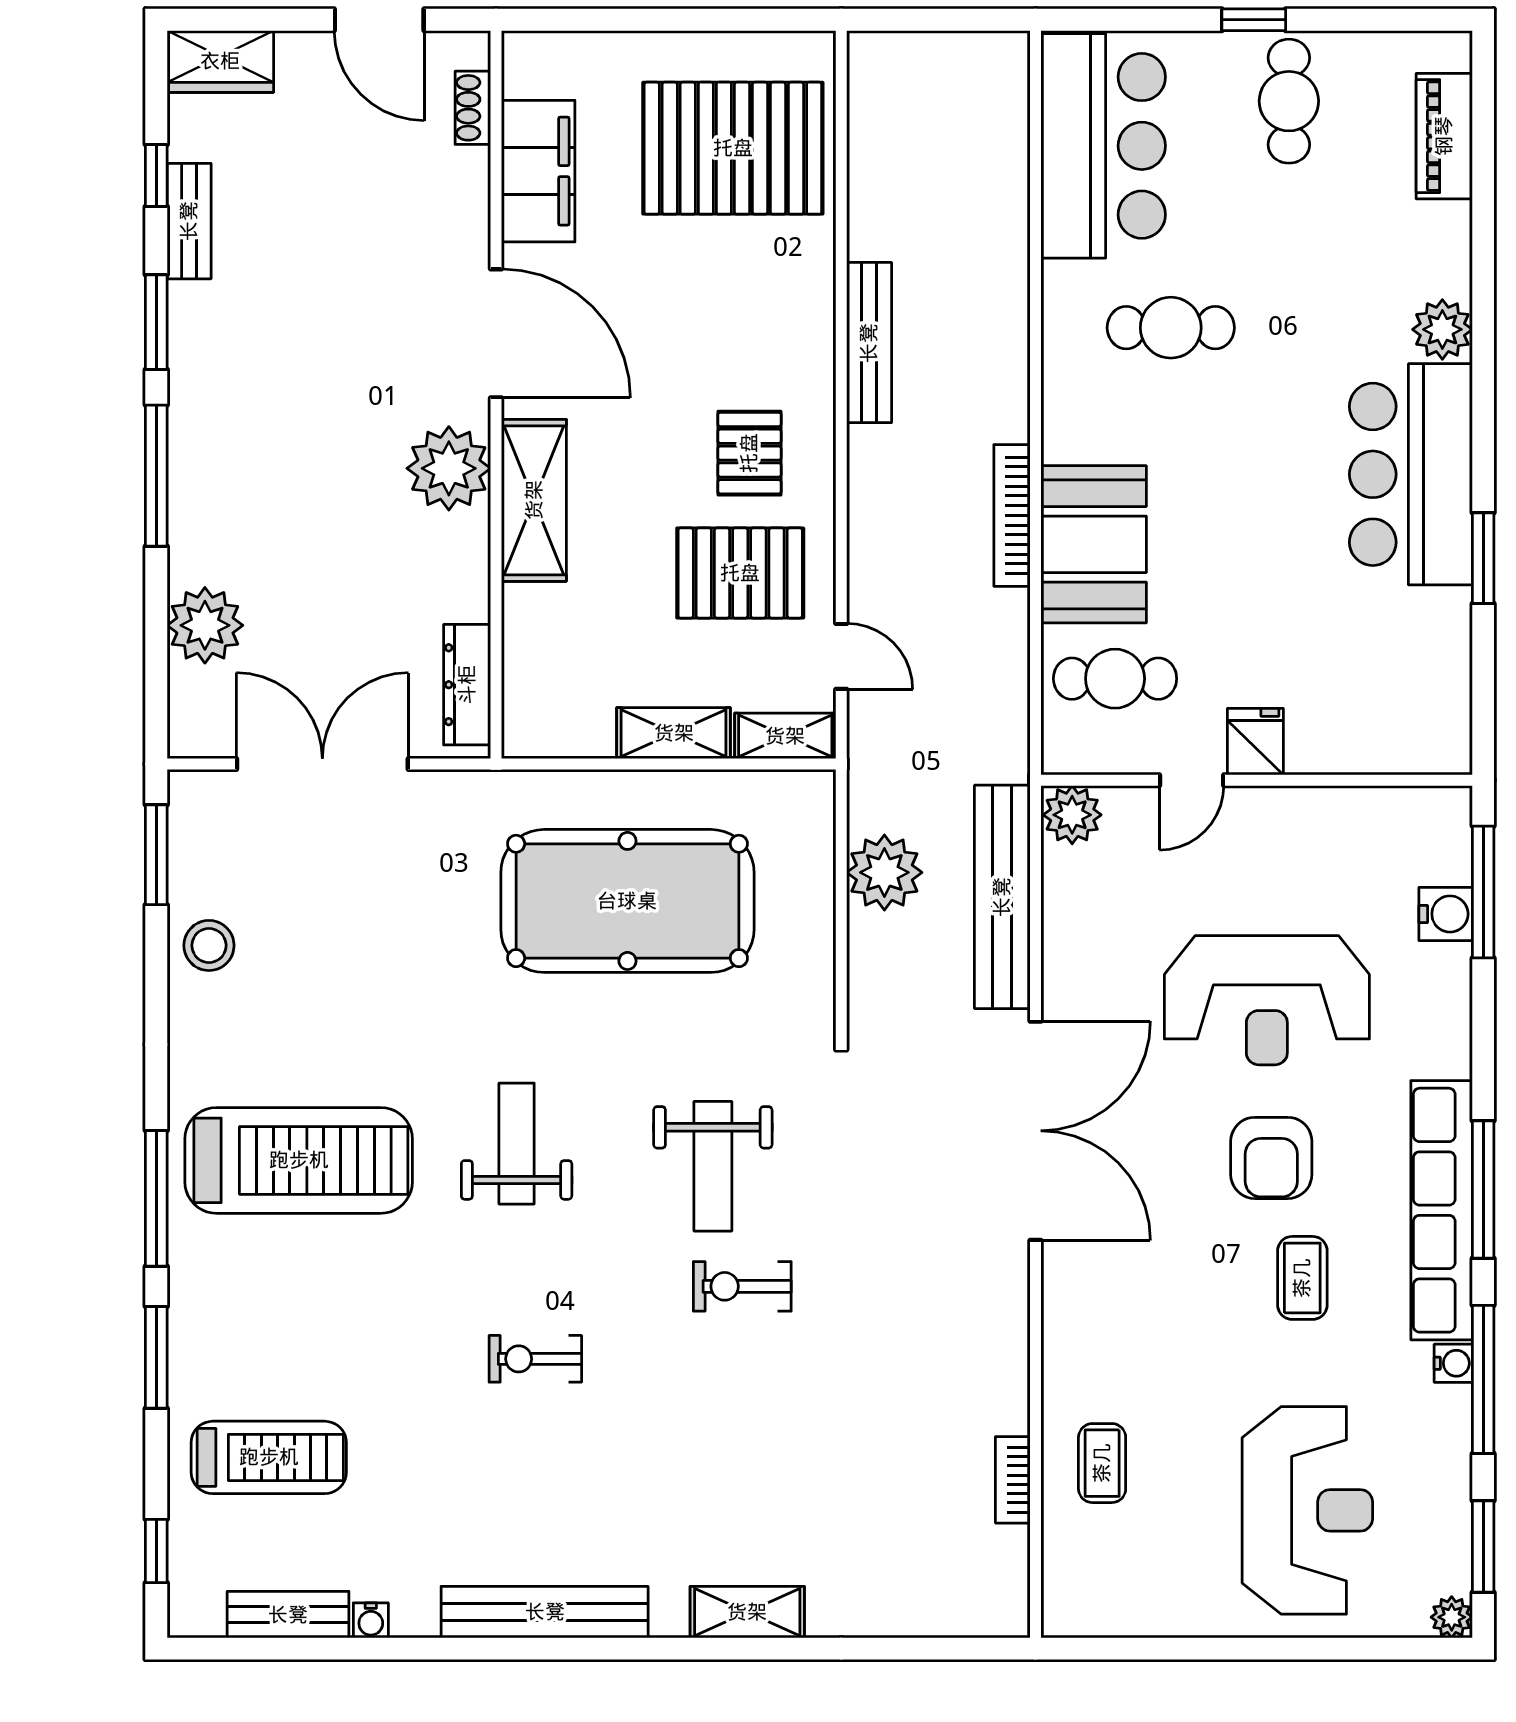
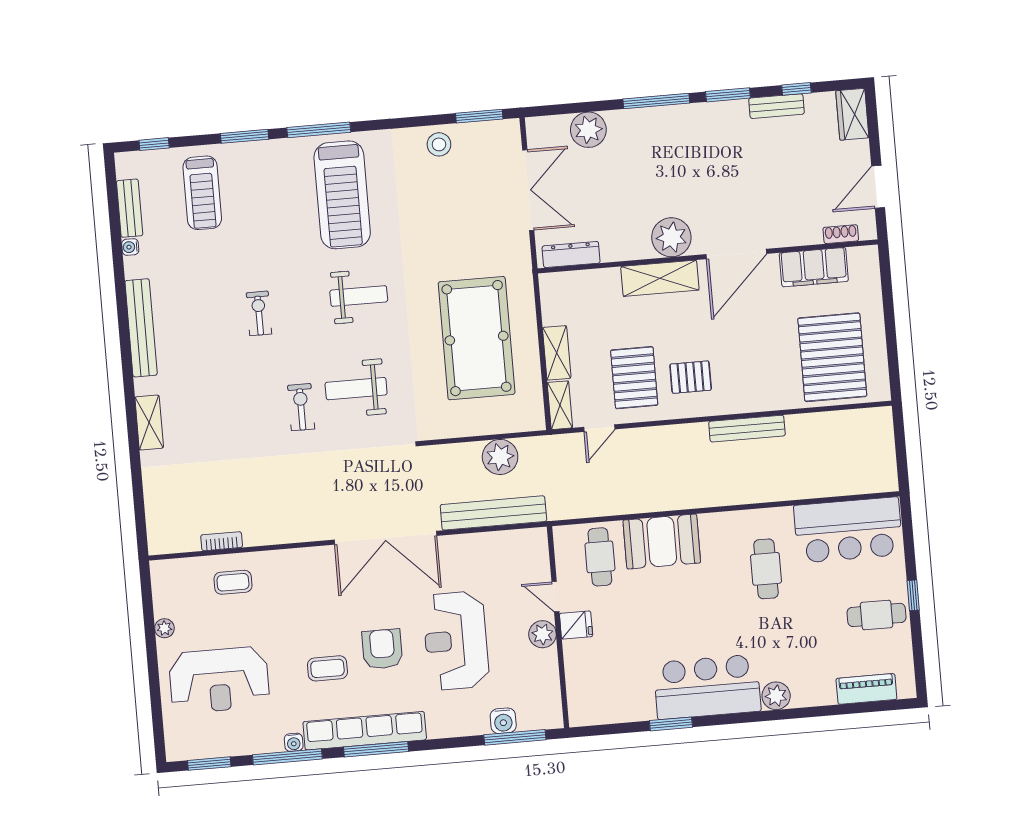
bookcase: (1012, 515) -> (672, 502), removed
plant: (1072, 815) -> (542, 634), moved
armchair: (1271, 1158) -> (382, 649), turned 90
plant: (1452, 1617) -> (164, 628), moved

